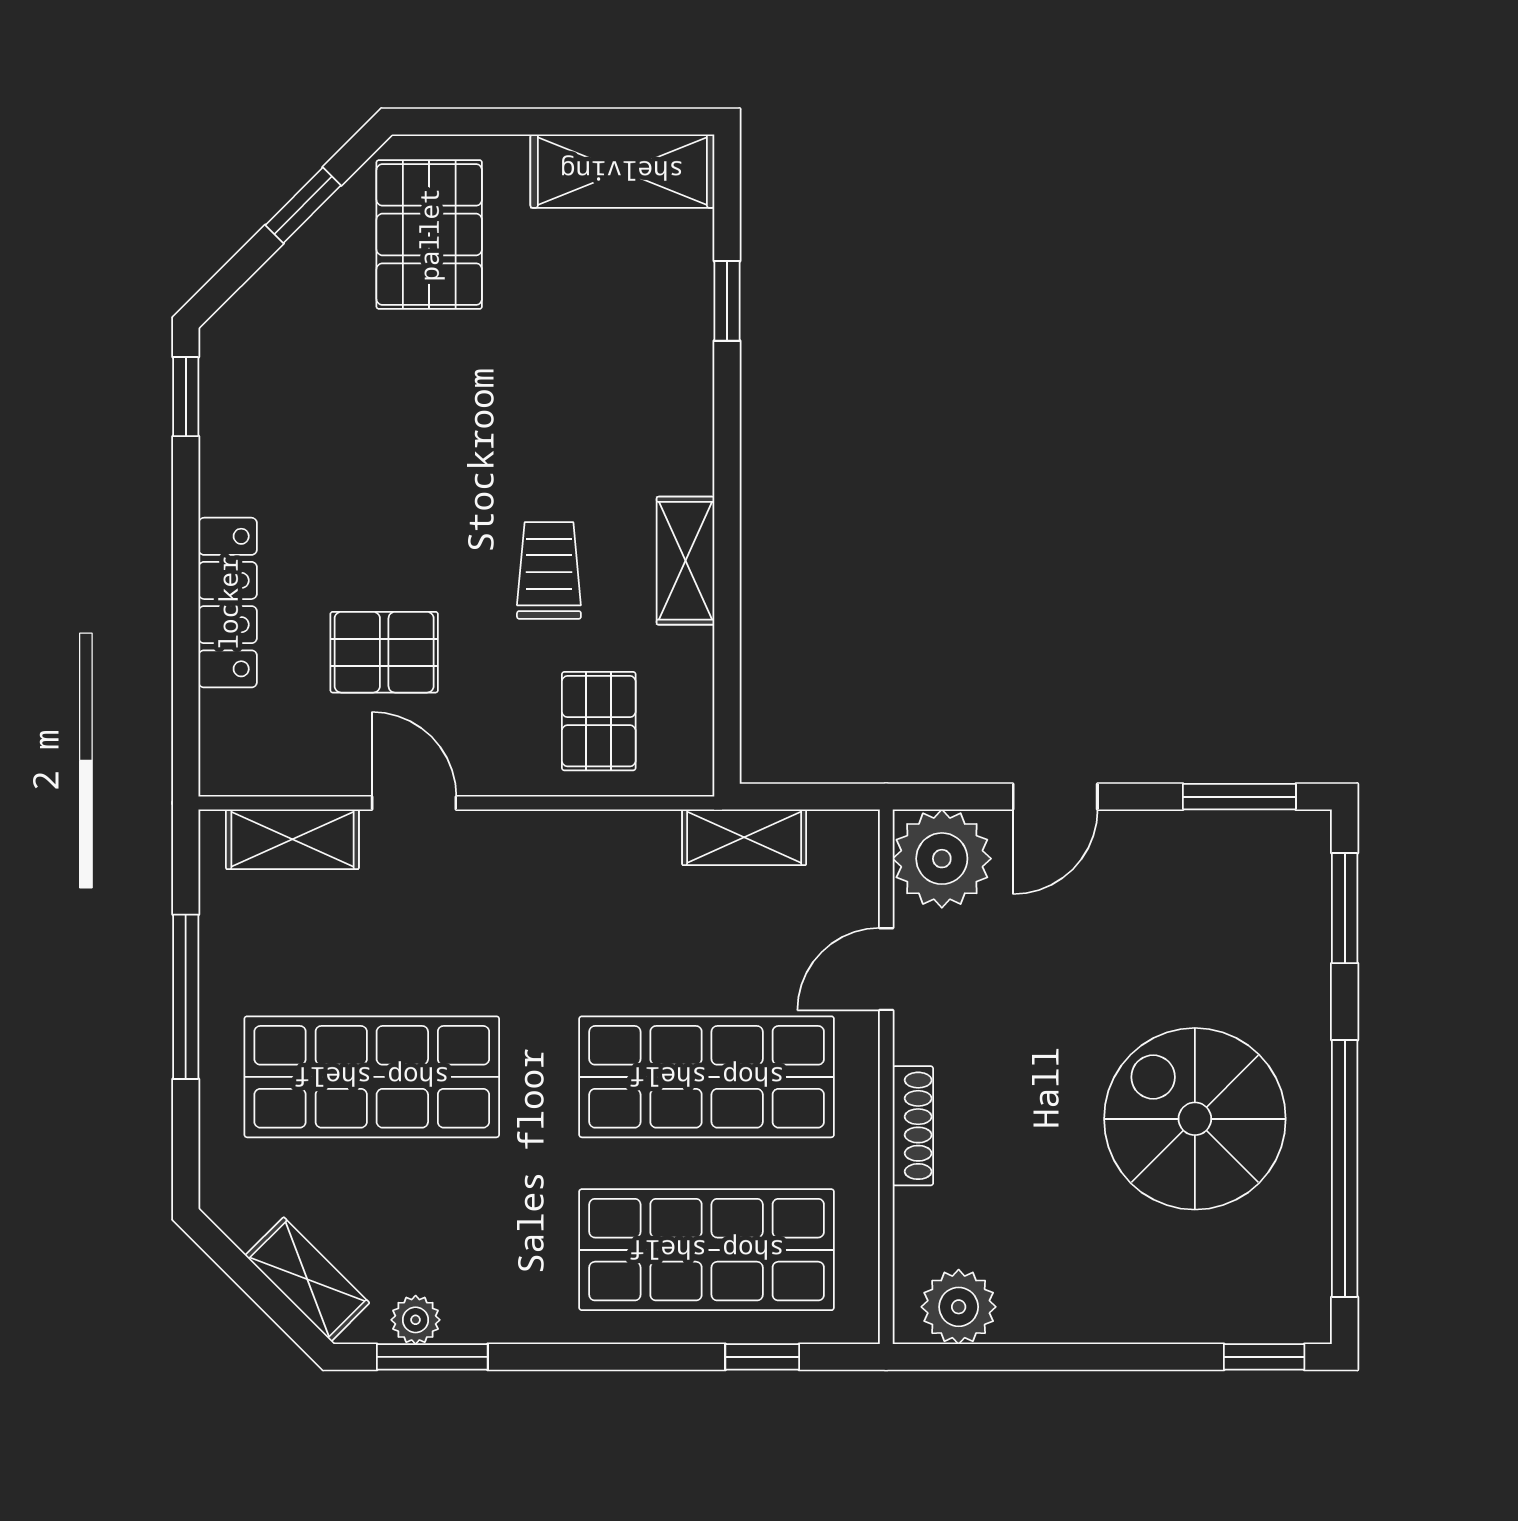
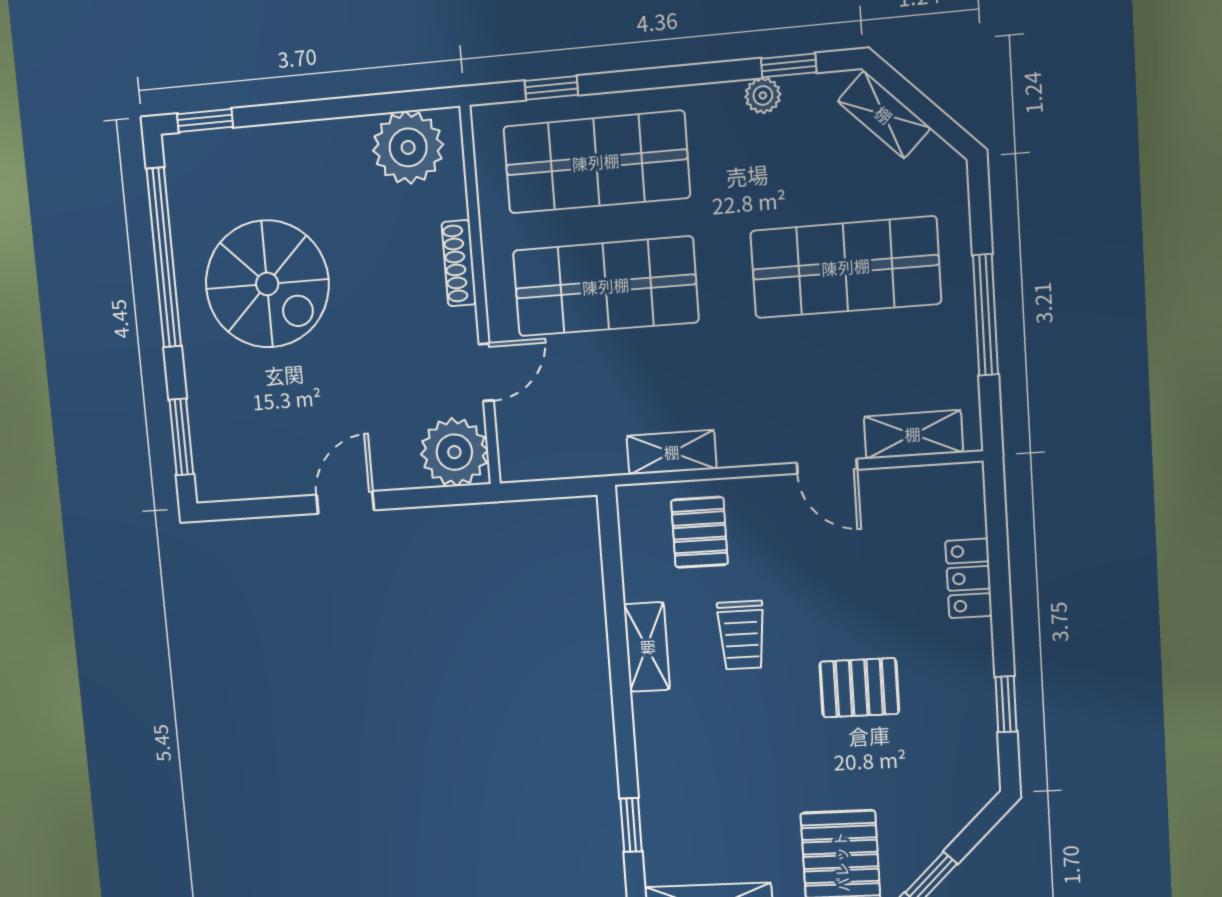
window: (186, 397) -> (1006, 704), moved
locker: (228, 603) -> (969, 578), width x0.66
pallet: (384, 652) -> (859, 688), moved
door: (1055, 797) -> (345, 502), moved
window: (1239, 797) -> (258, 508), removed
shelving: (744, 837) -> (672, 452), moved
plant: (959, 1307) -> (408, 147), width x1.36, depth x1.36
plant: (416, 1320) -> (763, 95), moved
window: (432, 1357) -> (789, 65), width x0.67

